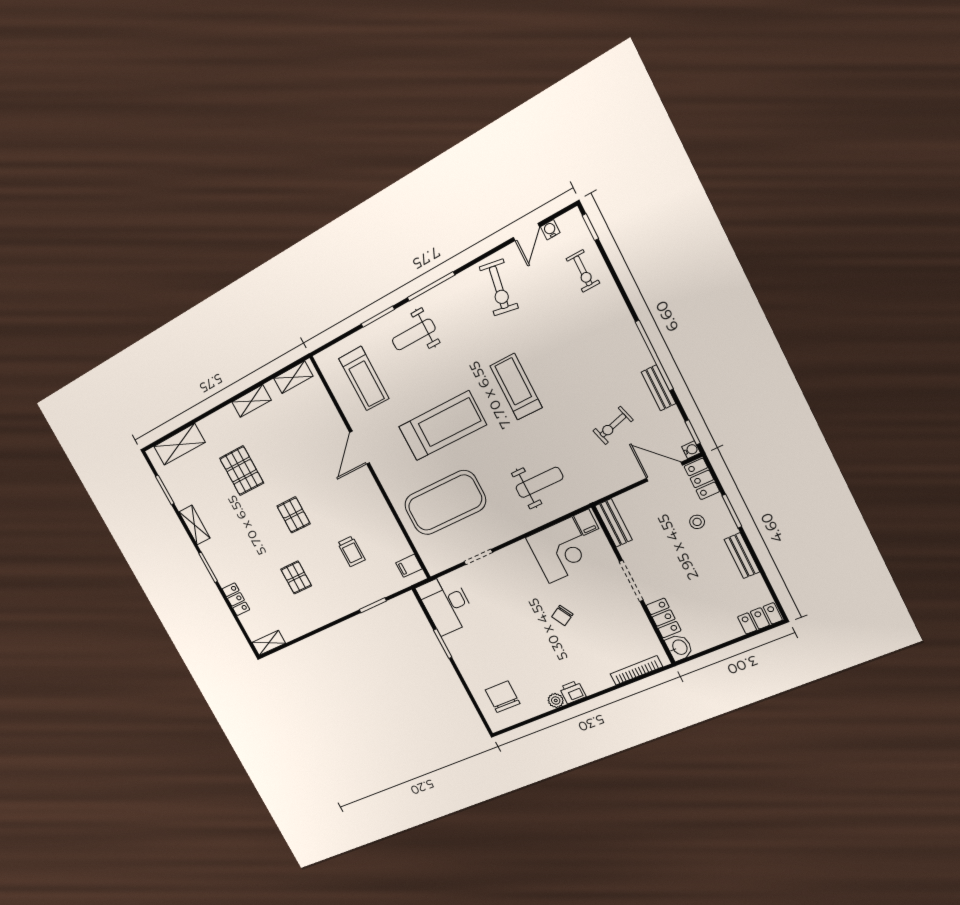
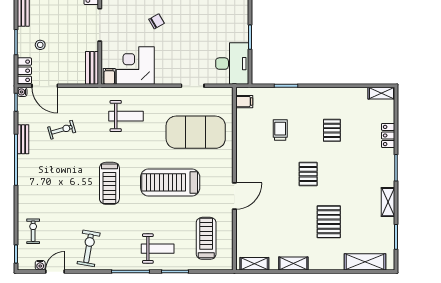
weight bench: (539, 482) -> (126, 116), turned 180

